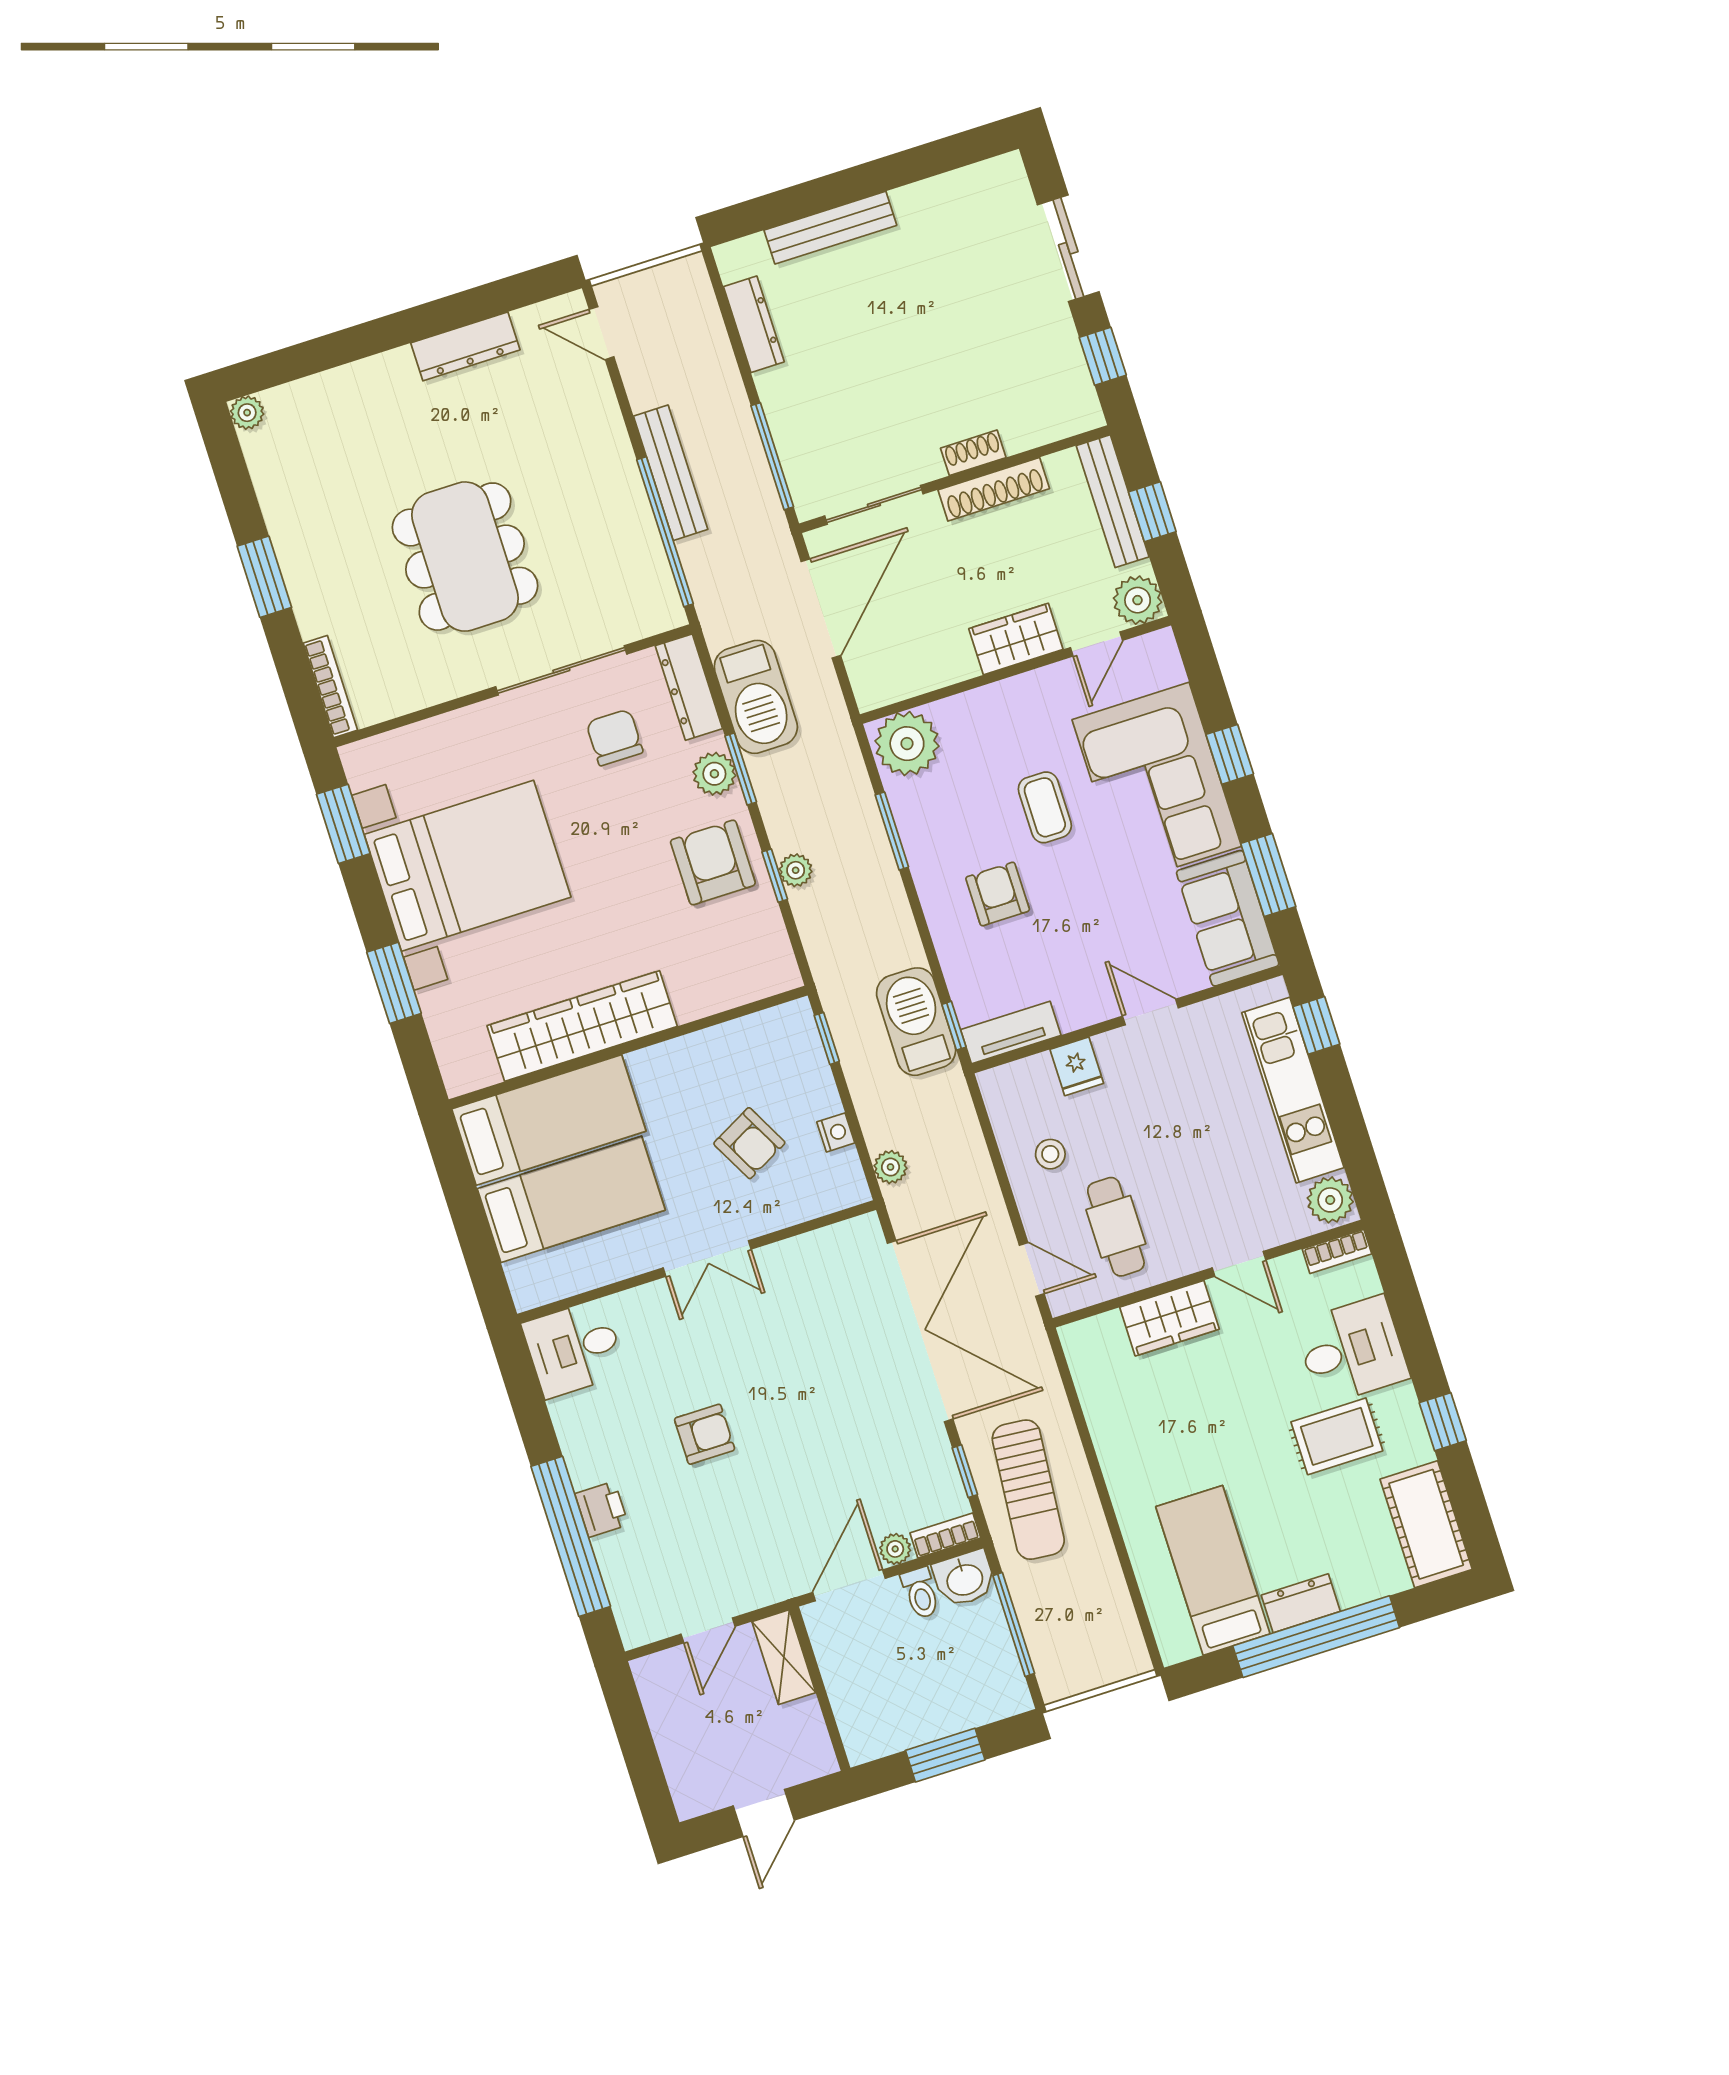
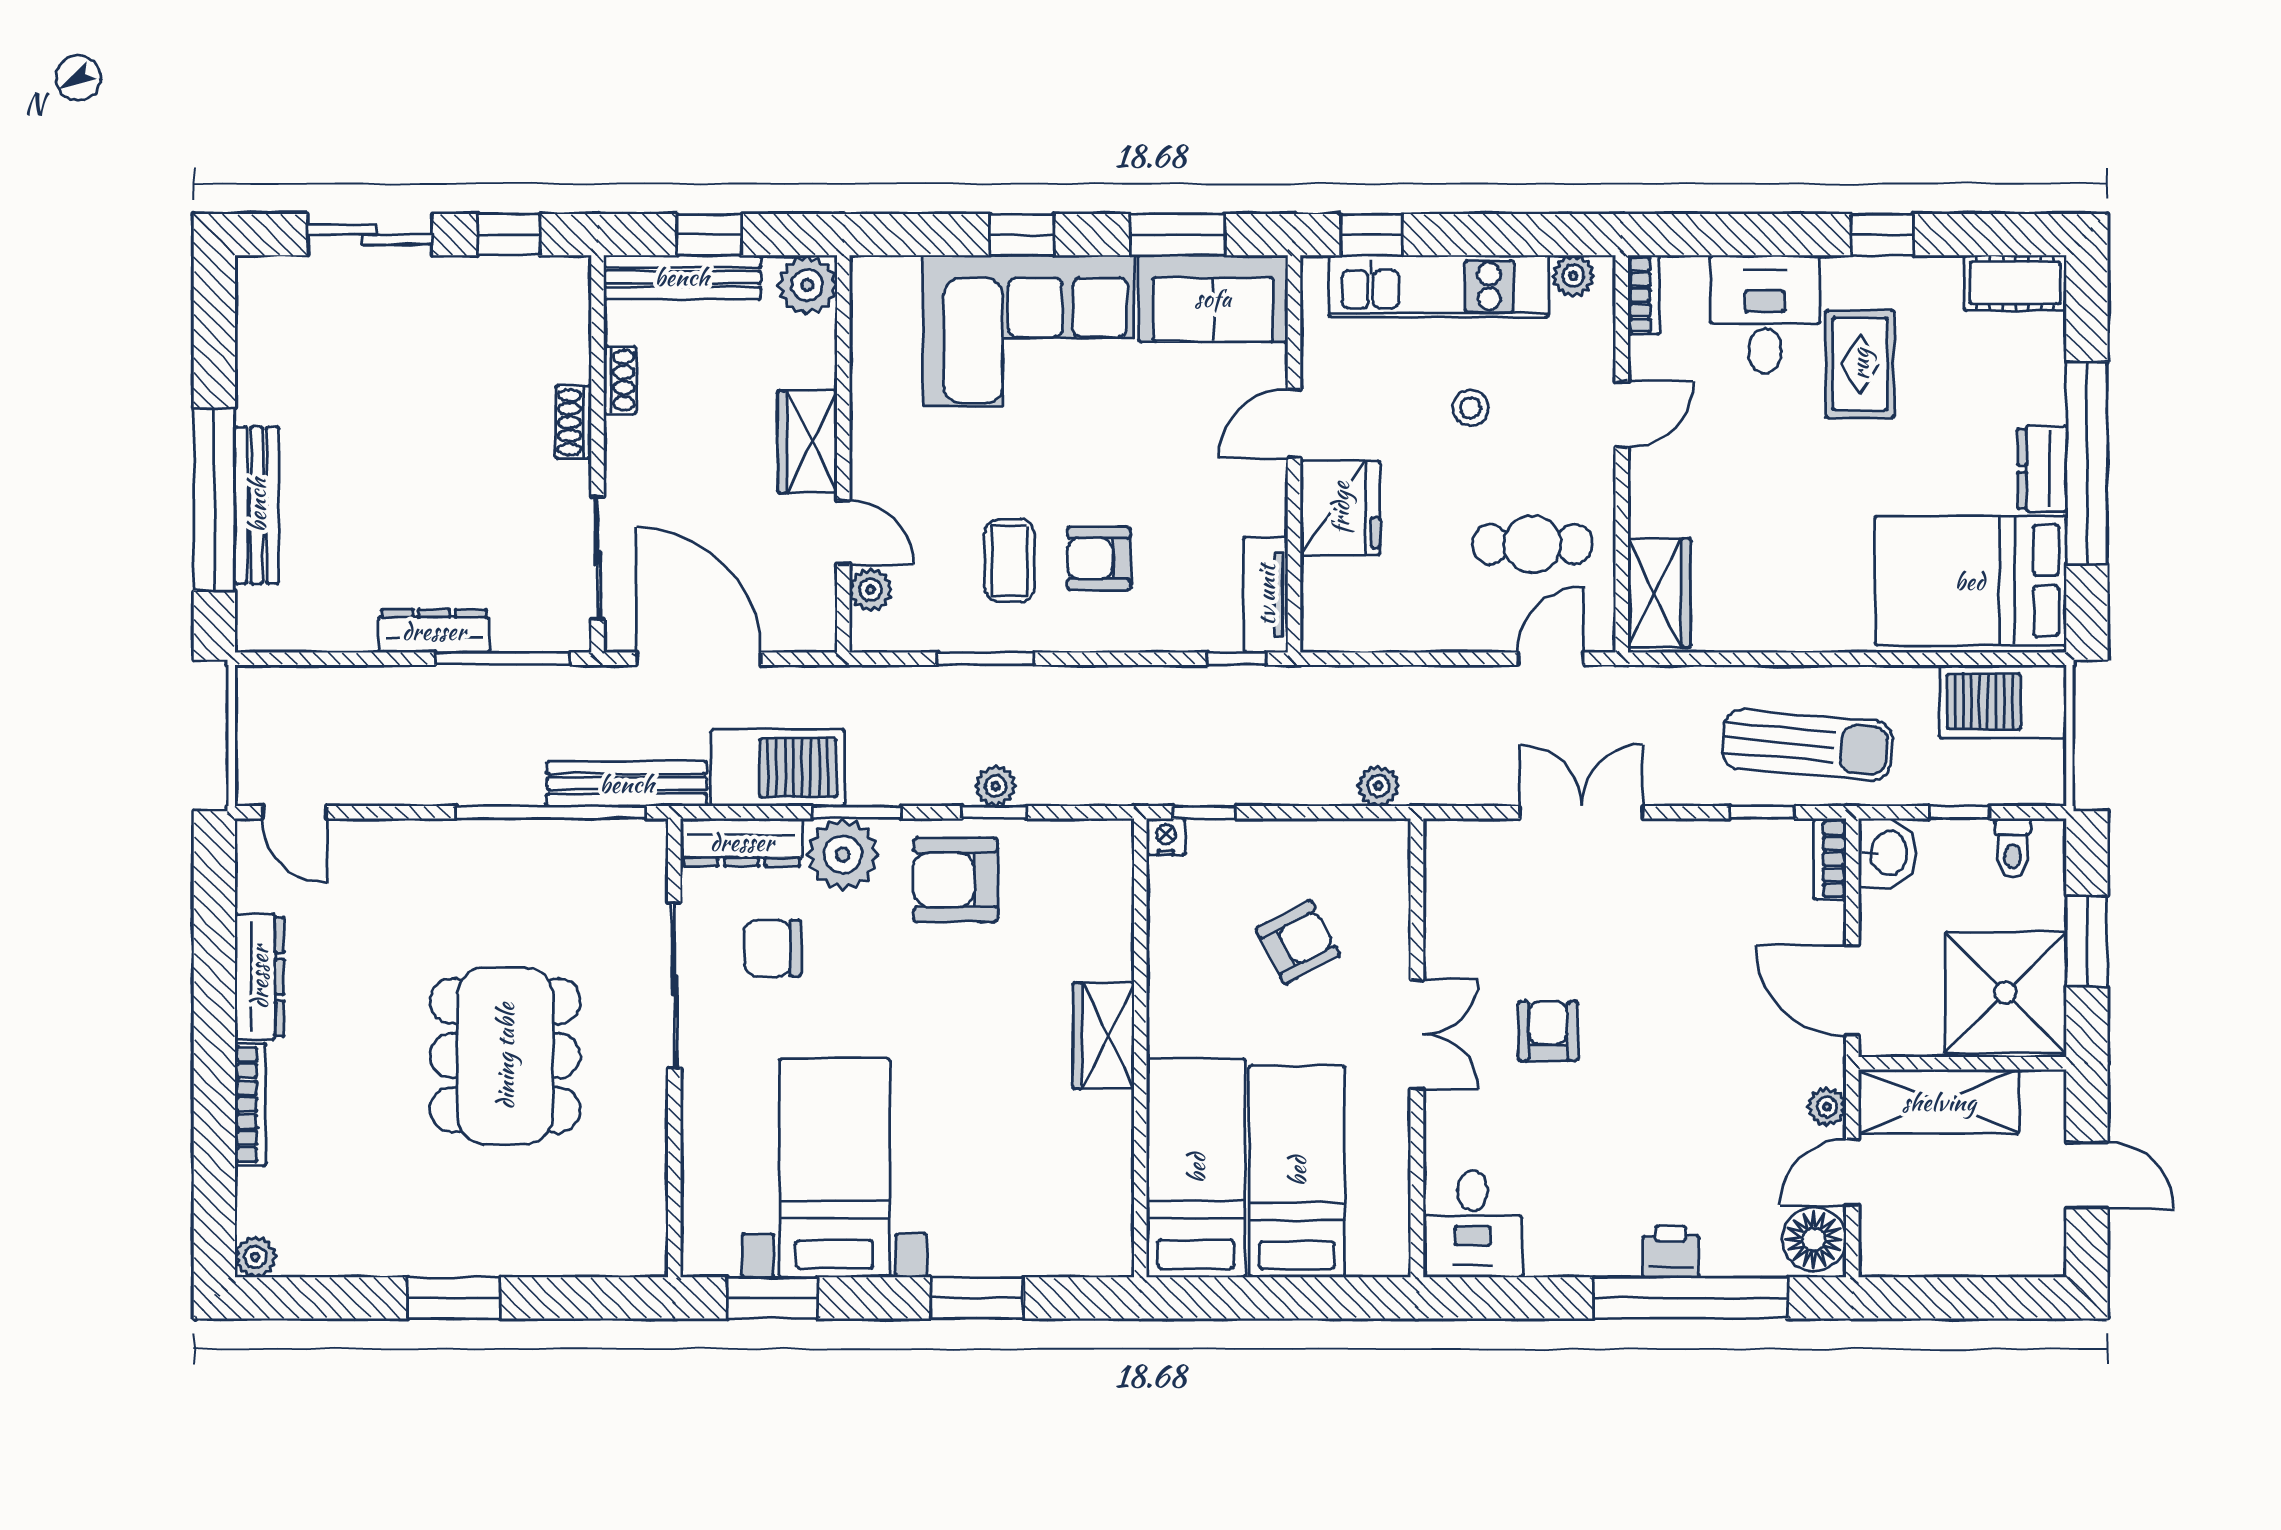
window: (824, 193) -> (214, 500), added
dresser: (754, 324) -> (434, 631), moved
door: (602, 333) -> (295, 812), hinge flipped
bench: (671, 473) -> (627, 784), moved
shoe rack: (994, 489) -> (620, 380), width x0.51, depth x0.81
dining table: (465, 557) -> (505, 1056), turned 90
door: (1097, 644) -> (843, 533), moved
bookcase: (330, 687) -> (250, 1105), moved, turned 90
plant: (907, 744) -> (871, 590), width x0.53, depth x0.53
plant: (714, 774) -> (843, 855), width x1.36, depth x1.36
coffee table: (1045, 807) -> (1010, 560), moved, turned 90
bed with nightstands: (468, 866) -> (835, 1168), width x0.73
barbecue: (916, 1022) -> (2003, 701), moved
wardrobe: (582, 1026) -> (1103, 1036), width x0.48, depth x0.85
fridge: (1077, 1066) -> (1340, 508), width x1.88, depth x1.34
nightstand: (836, 1132) -> (1166, 837), moved
stool: (1050, 1154) -> (1470, 408), moved
plant: (1330, 1200) -> (1573, 276), width x0.73, depth x0.73
wardrobe: (1170, 1318) -> (1659, 593), moved
double door: (920, 1331) -> (1581, 812), width x0.54
armchair: (705, 1434) -> (1548, 1031), moved
cot: (1426, 1524) -> (2015, 283), width x0.73, depth x0.75
plant: (895, 1549) -> (1827, 1107), moved
bed: (1213, 1570) -> (1970, 581), width x1.50
toilet: (921, 1593) -> (2013, 848), moved, turned 90
floor lamp: (647, 1617) -> (1814, 1239), added
window: (1014, 1625) -> (1960, 812), width x0.46
door: (708, 1630) -> (1852, 1172), swing flipped
shelving: (784, 1657) -> (1939, 1102), width x1.50, depth x1.33
shower: (885, 1705) -> (2006, 993), added

